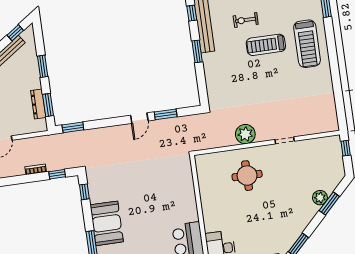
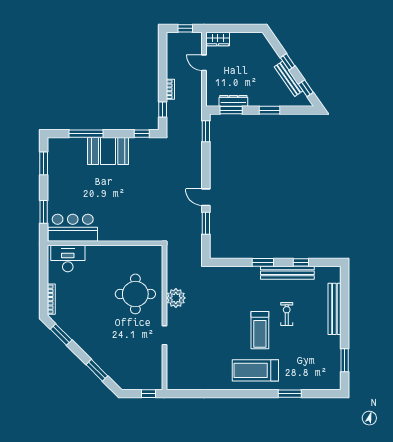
treadmill: (266, 45) -> (260, 330), turned 180
round table: (247, 176) -> (135, 294), width x1.36, depth x1.36
plant: (320, 198) -> (104, 362), removed

